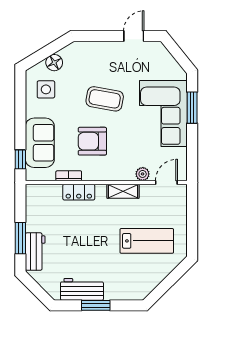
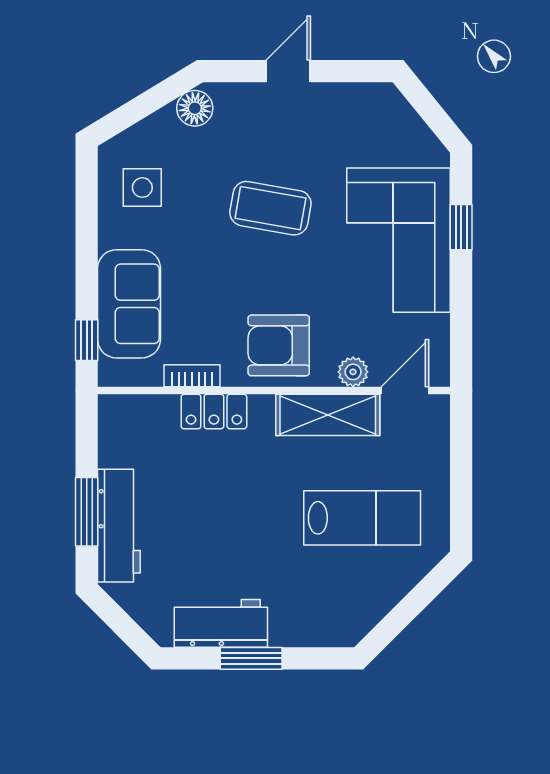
door: (134, 36) -> (288, 71), moved
floor lamp: (54, 63) -> (195, 108), moved
window: (192, 108) -> (461, 227), width x0.67
armchair: (92, 141) -> (279, 345), moved
shelving: (123, 191) -> (328, 415), width x1.50, depth x1.33
workbench: (35, 252) -> (119, 526), width x1.38

